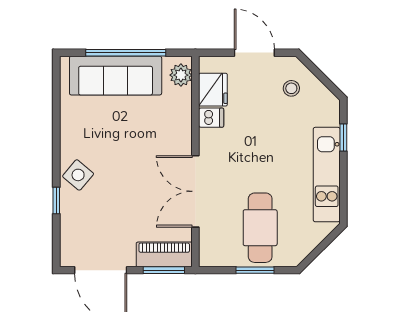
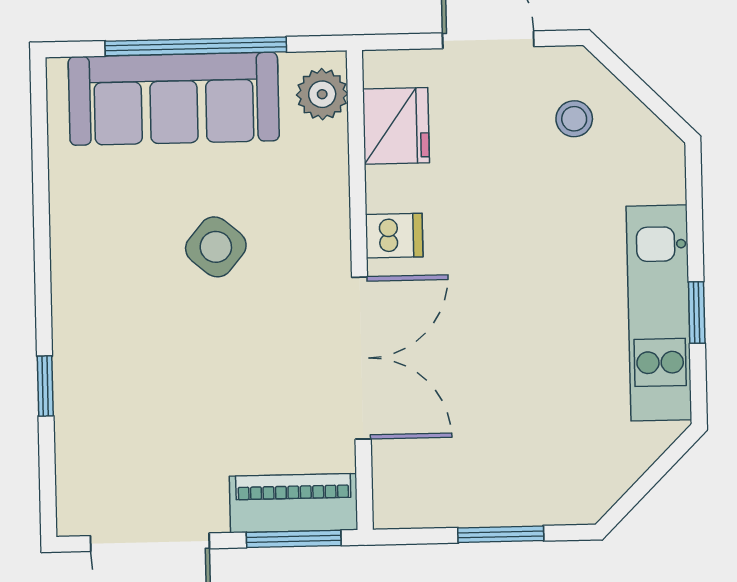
dishwasher: (211, 118) -> (394, 236), moved
window: (343, 137) -> (697, 312), moved
side table: (78, 175) -> (216, 247), moved
double door: (195, 191) -> (361, 358), swing flipped
cafe table: (260, 228) -> (510, 437), removed

